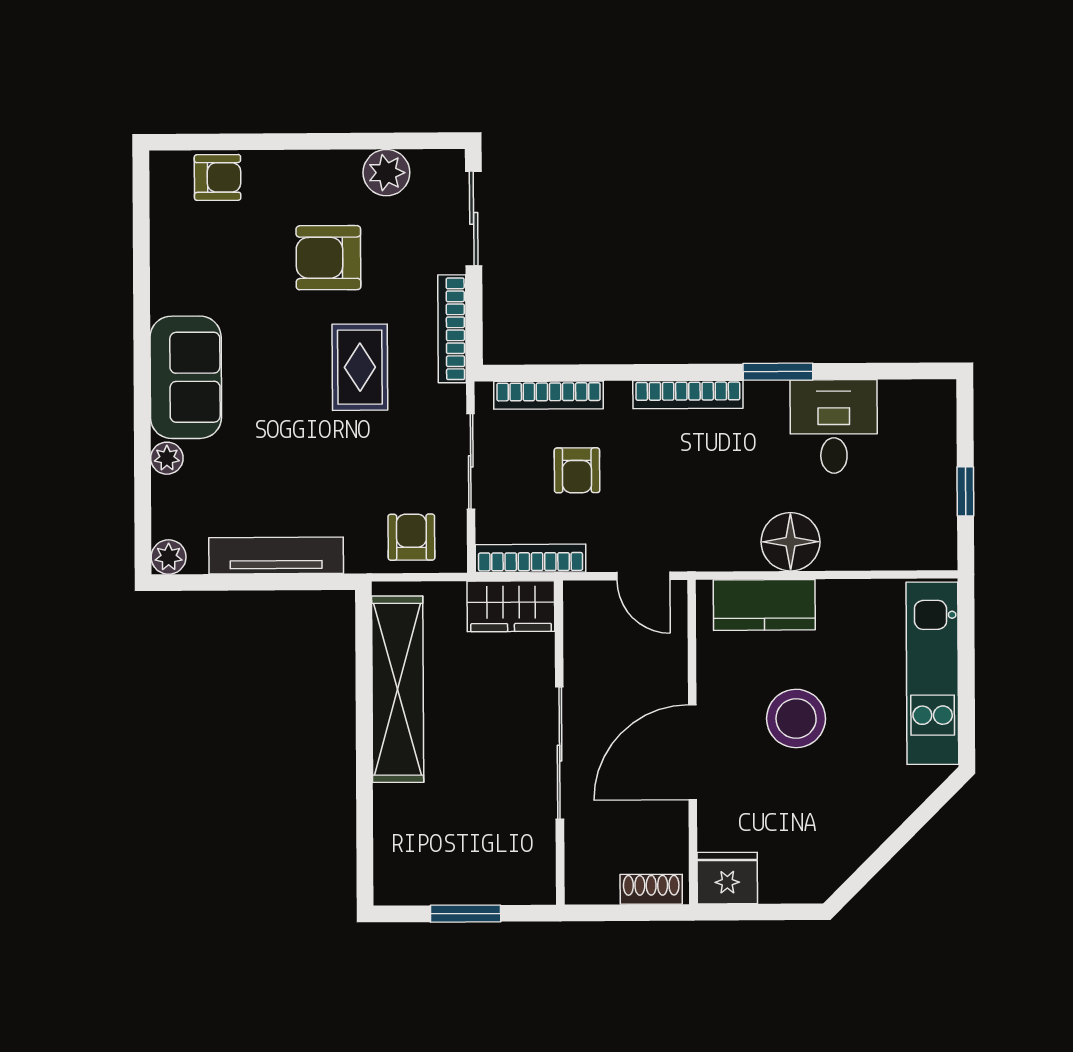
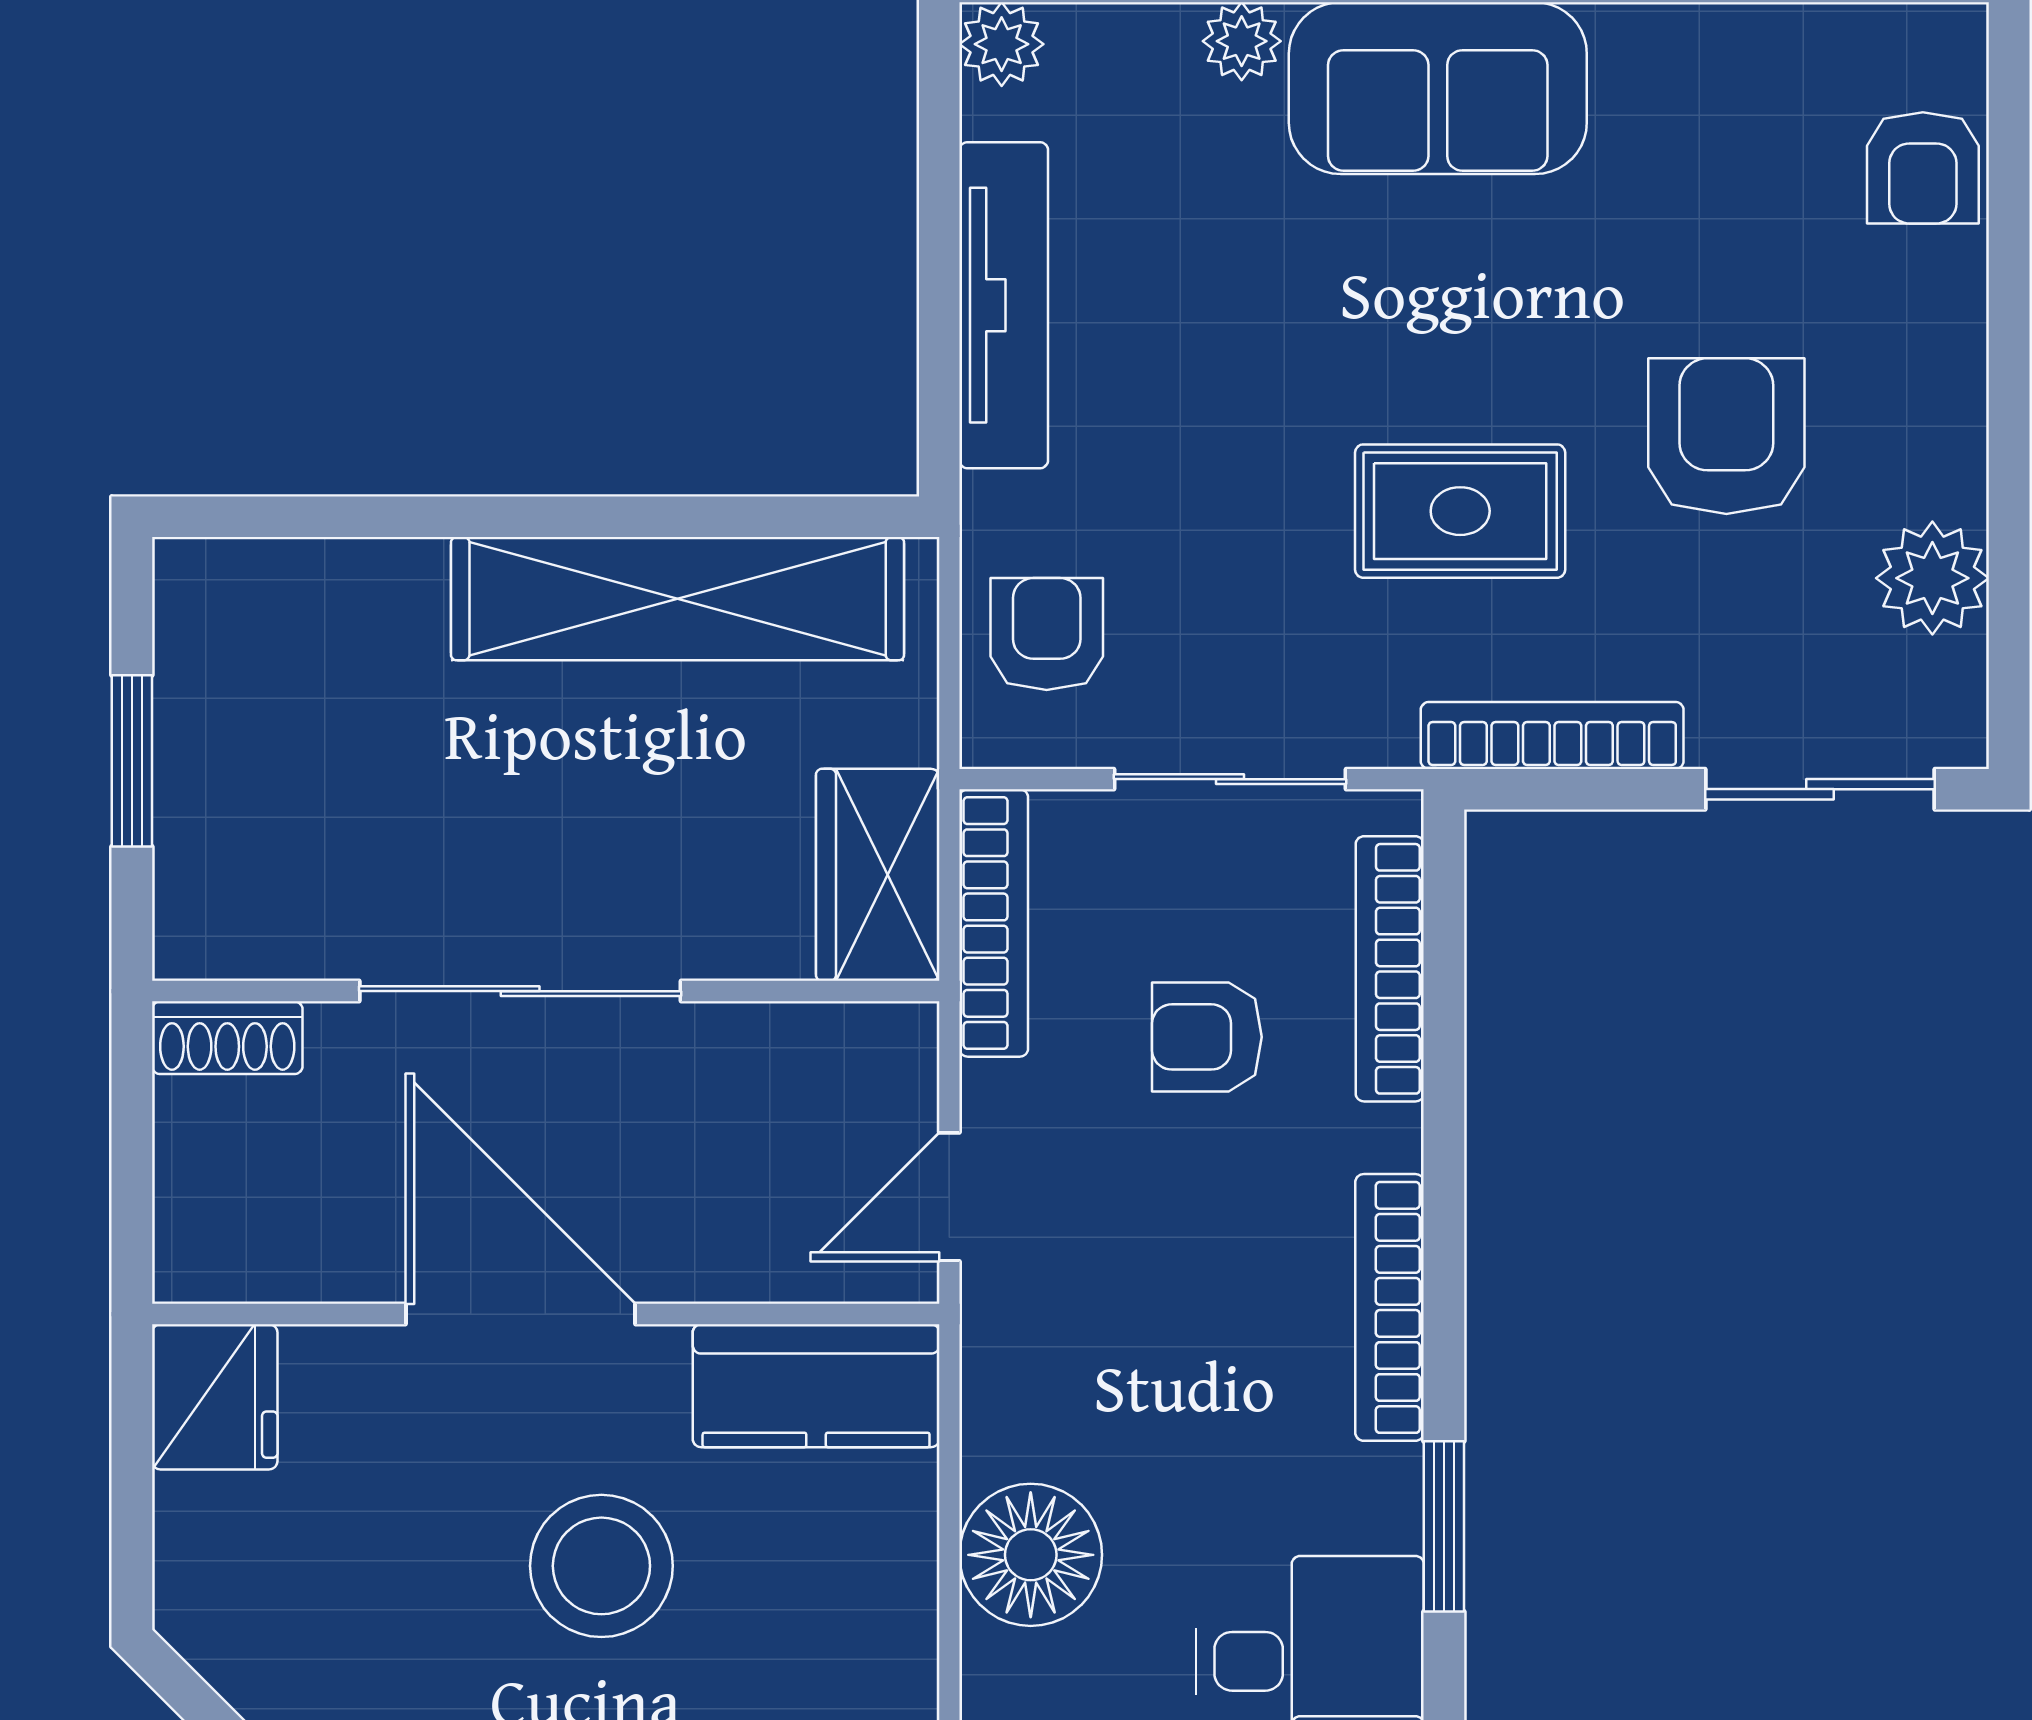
armchair: (411, 537) -> (1047, 634), turned -90
kitchen counter: (764, 605) -> (816, 1386), moved, turned -90
shoe rack: (651, 889) -> (227, 1038), moved, turned 90

